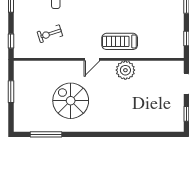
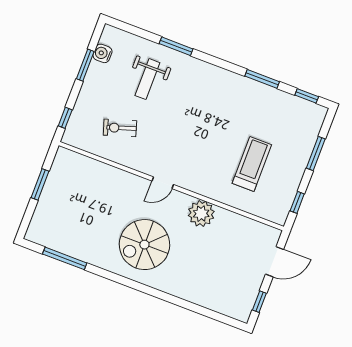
treadmill: (120, 41) -> (252, 164), moved, turned 90
spiral stairs: (71, 101) -> (144, 245), moved, turned -90

